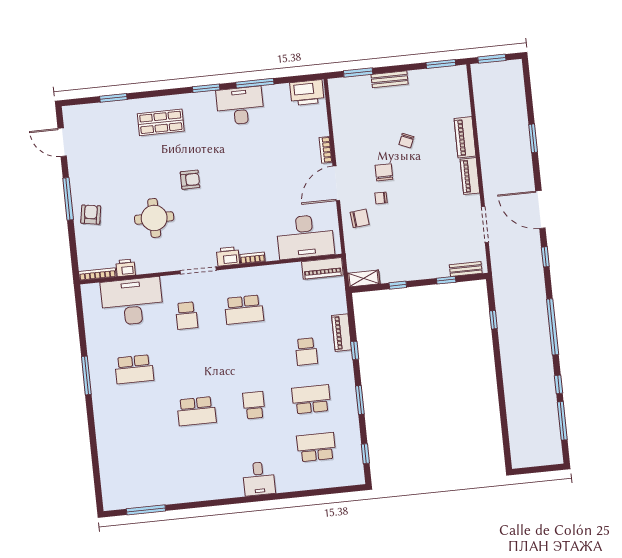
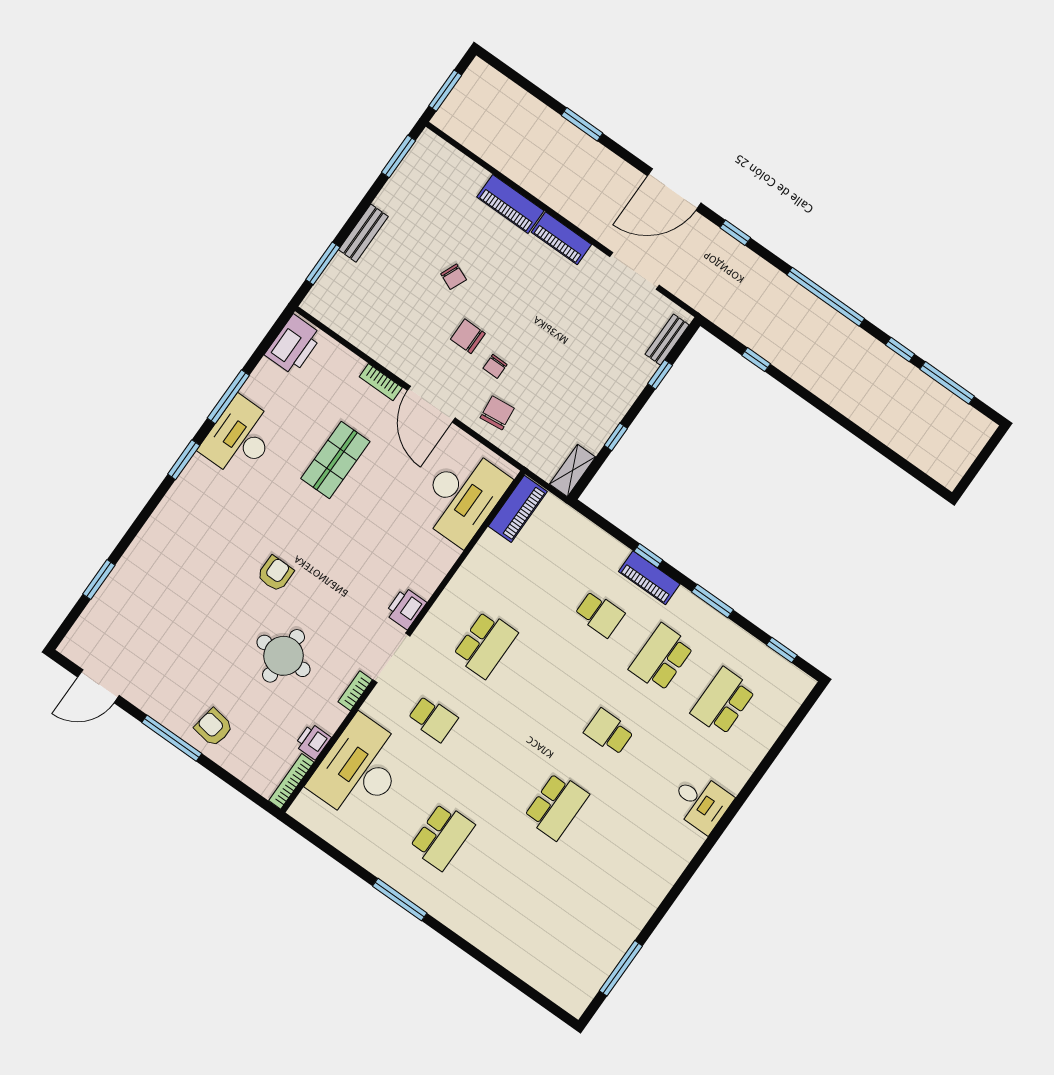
shop shelf: (161, 122) -> (335, 460), moved
bookcase: (253, 258) -> (355, 691), moved
piano: (342, 333) -> (649, 578), moved

